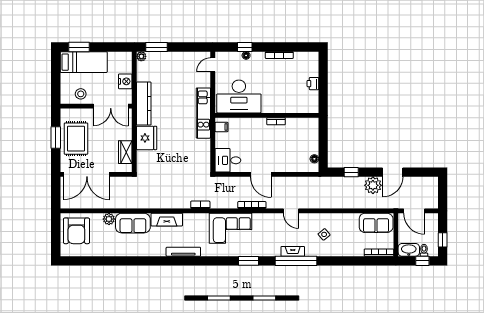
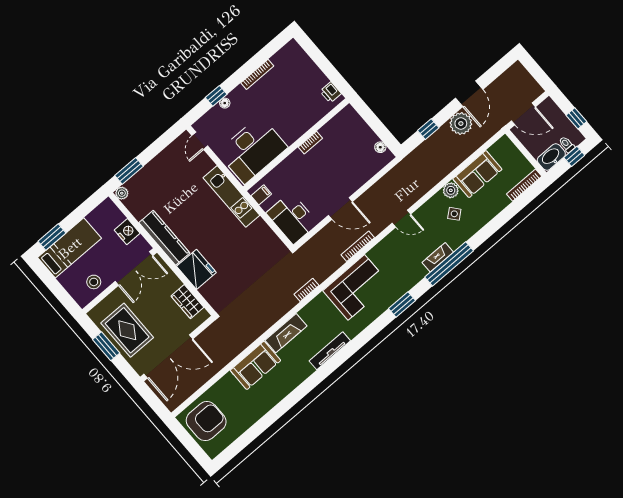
printer: (313, 84) -> (331, 92), moved
desk: (228, 160) -> (292, 218), width x1.37
plant: (109, 219) -> (451, 190), moved
sofa: (376, 223) -> (477, 174), moved
armchair: (76, 231) -> (206, 421), turned -90

